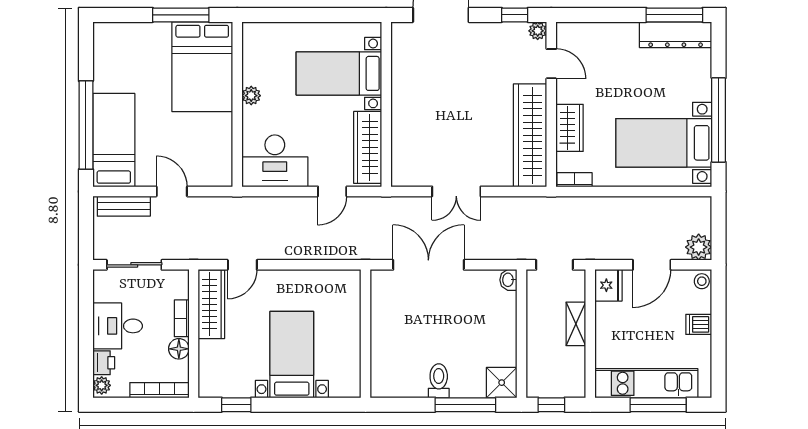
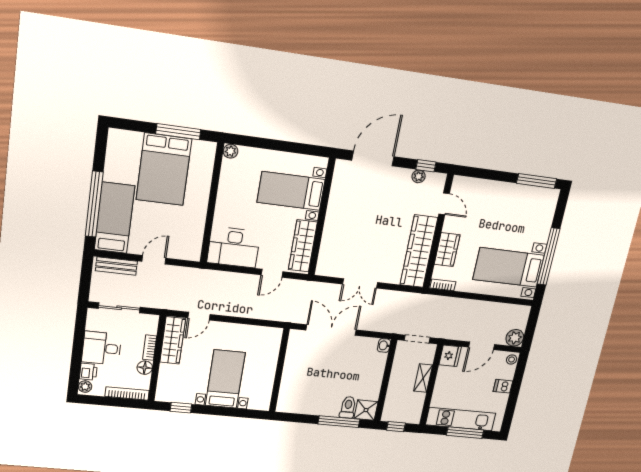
plant: (538, 31) -> (419, 176), moved
dresser: (676, 35) -> (534, 195), removed
bed: (202, 67) -> (164, 169), moved
plant: (251, 96) -> (231, 151), moved
door: (172, 191) -> (154, 260), hinge flipped
toilet: (439, 381) -> (348, 407), moved

